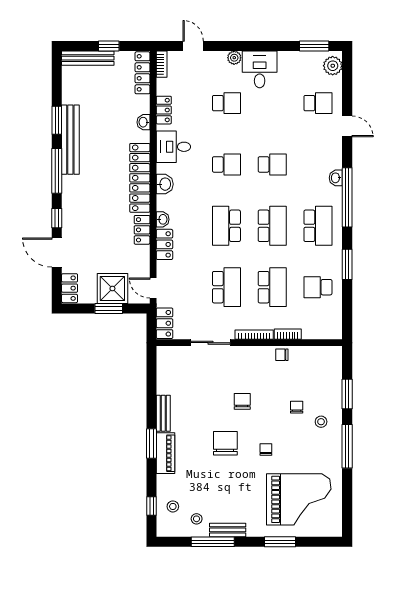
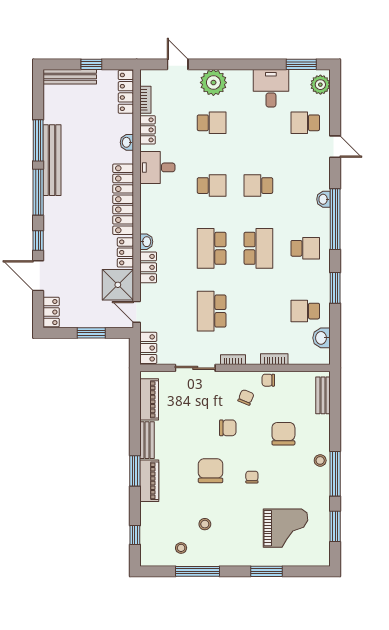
plant: (234, 58) -> (213, 83), width x1.88, depth x1.88
bookcase: (162, 64) -> (145, 100), moved
desk: (260, 69) -> (271, 88), moved
school desk: (318, 103) -> (305, 123), turned 180
window: (57, 120) -> (38, 140), width x1.44
school desk: (272, 164) -> (258, 186), turned 180
washbasin: (165, 184) -> (322, 338), moved, turned 180
school desk: (318, 226) -> (305, 248), width x0.54
school desk: (226, 287) -> (212, 311), turned 180
school desk: (272, 287) -> (258, 311), removed
shower: (112, 289) -> (118, 285), moved
bookcase: (254, 335) -> (233, 360), width x0.64
chair: (260, 372) -> (246, 397), added
piano: (165, 374) -> (149, 399), added
window: (347, 394) -> (335, 526), moved
chair: (242, 401) -> (228, 428), turned 90
chair: (297, 407) -> (283, 434), width x1.87, depth x1.87
stool: (321, 422) -> (320, 460), moved
grand piano: (299, 499) -> (286, 528), width x0.73, depth x0.68
stool: (173, 506) -> (205, 524), moved
bench: (228, 530) -> (323, 395), moved, turned 90

